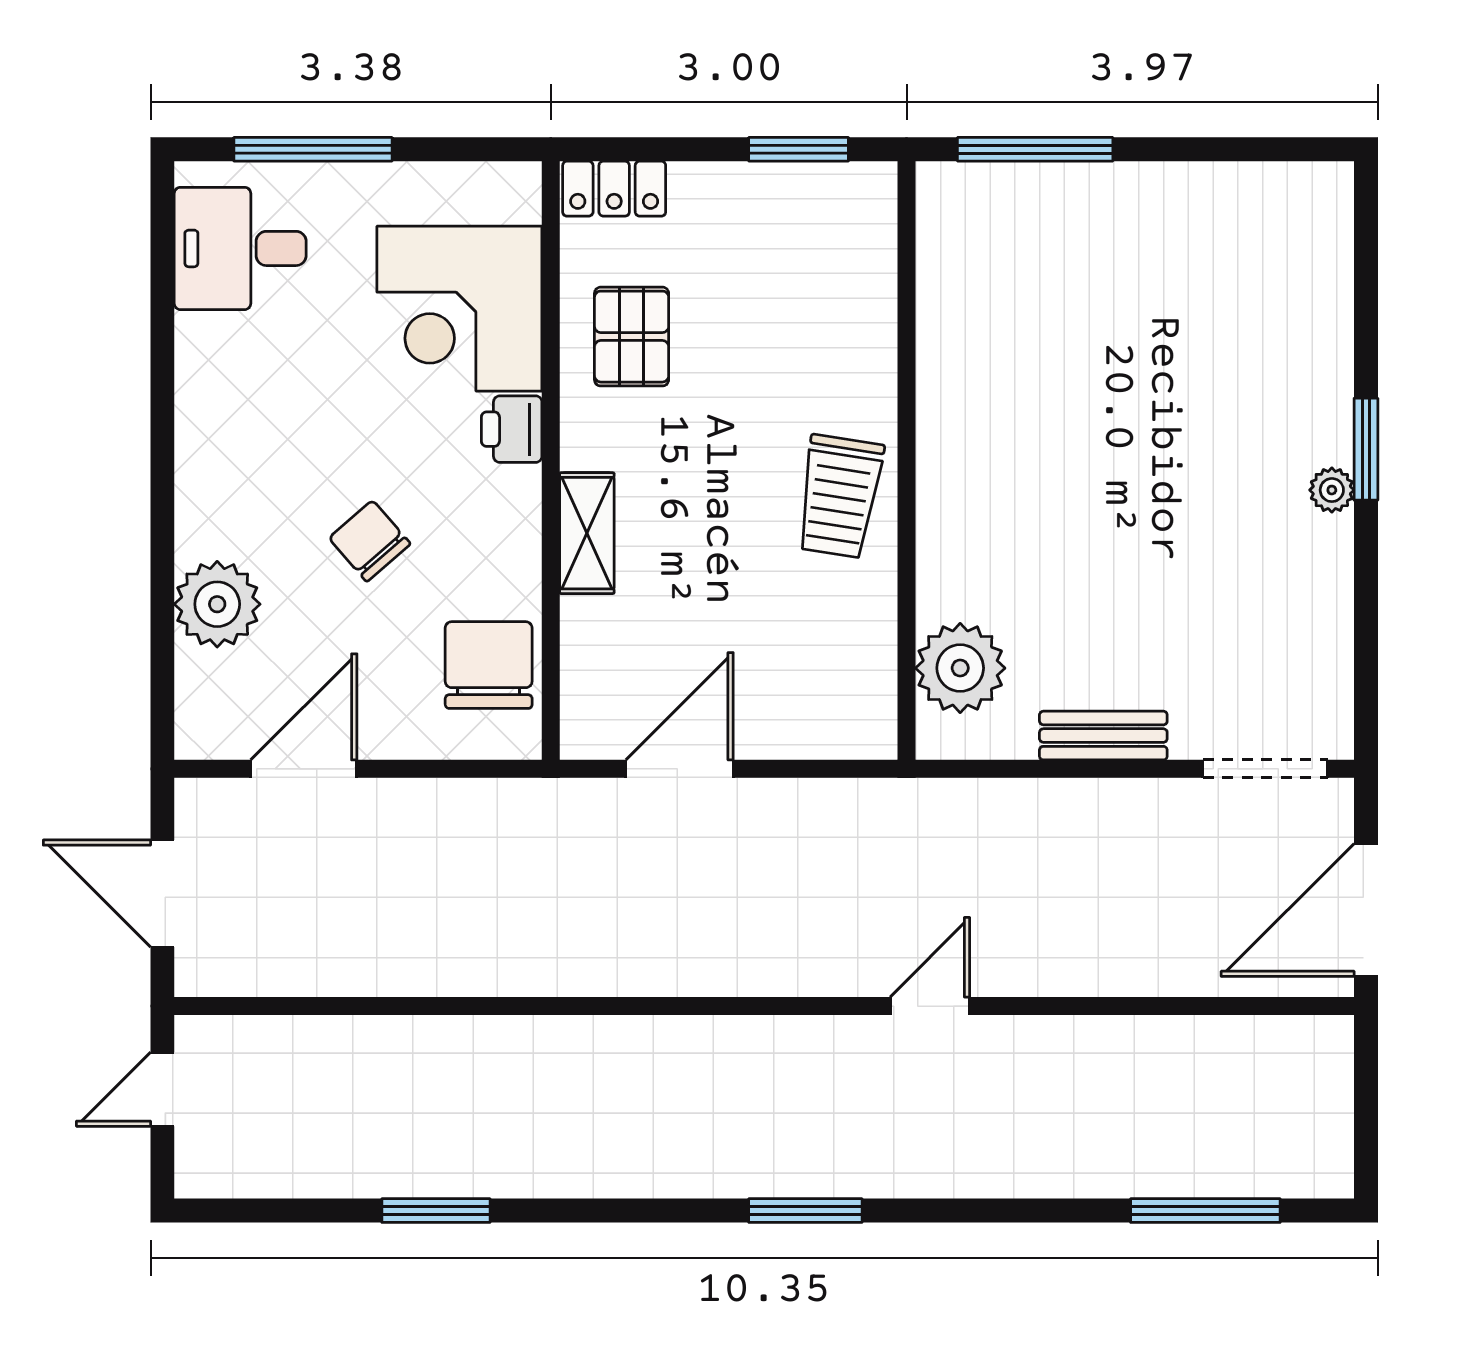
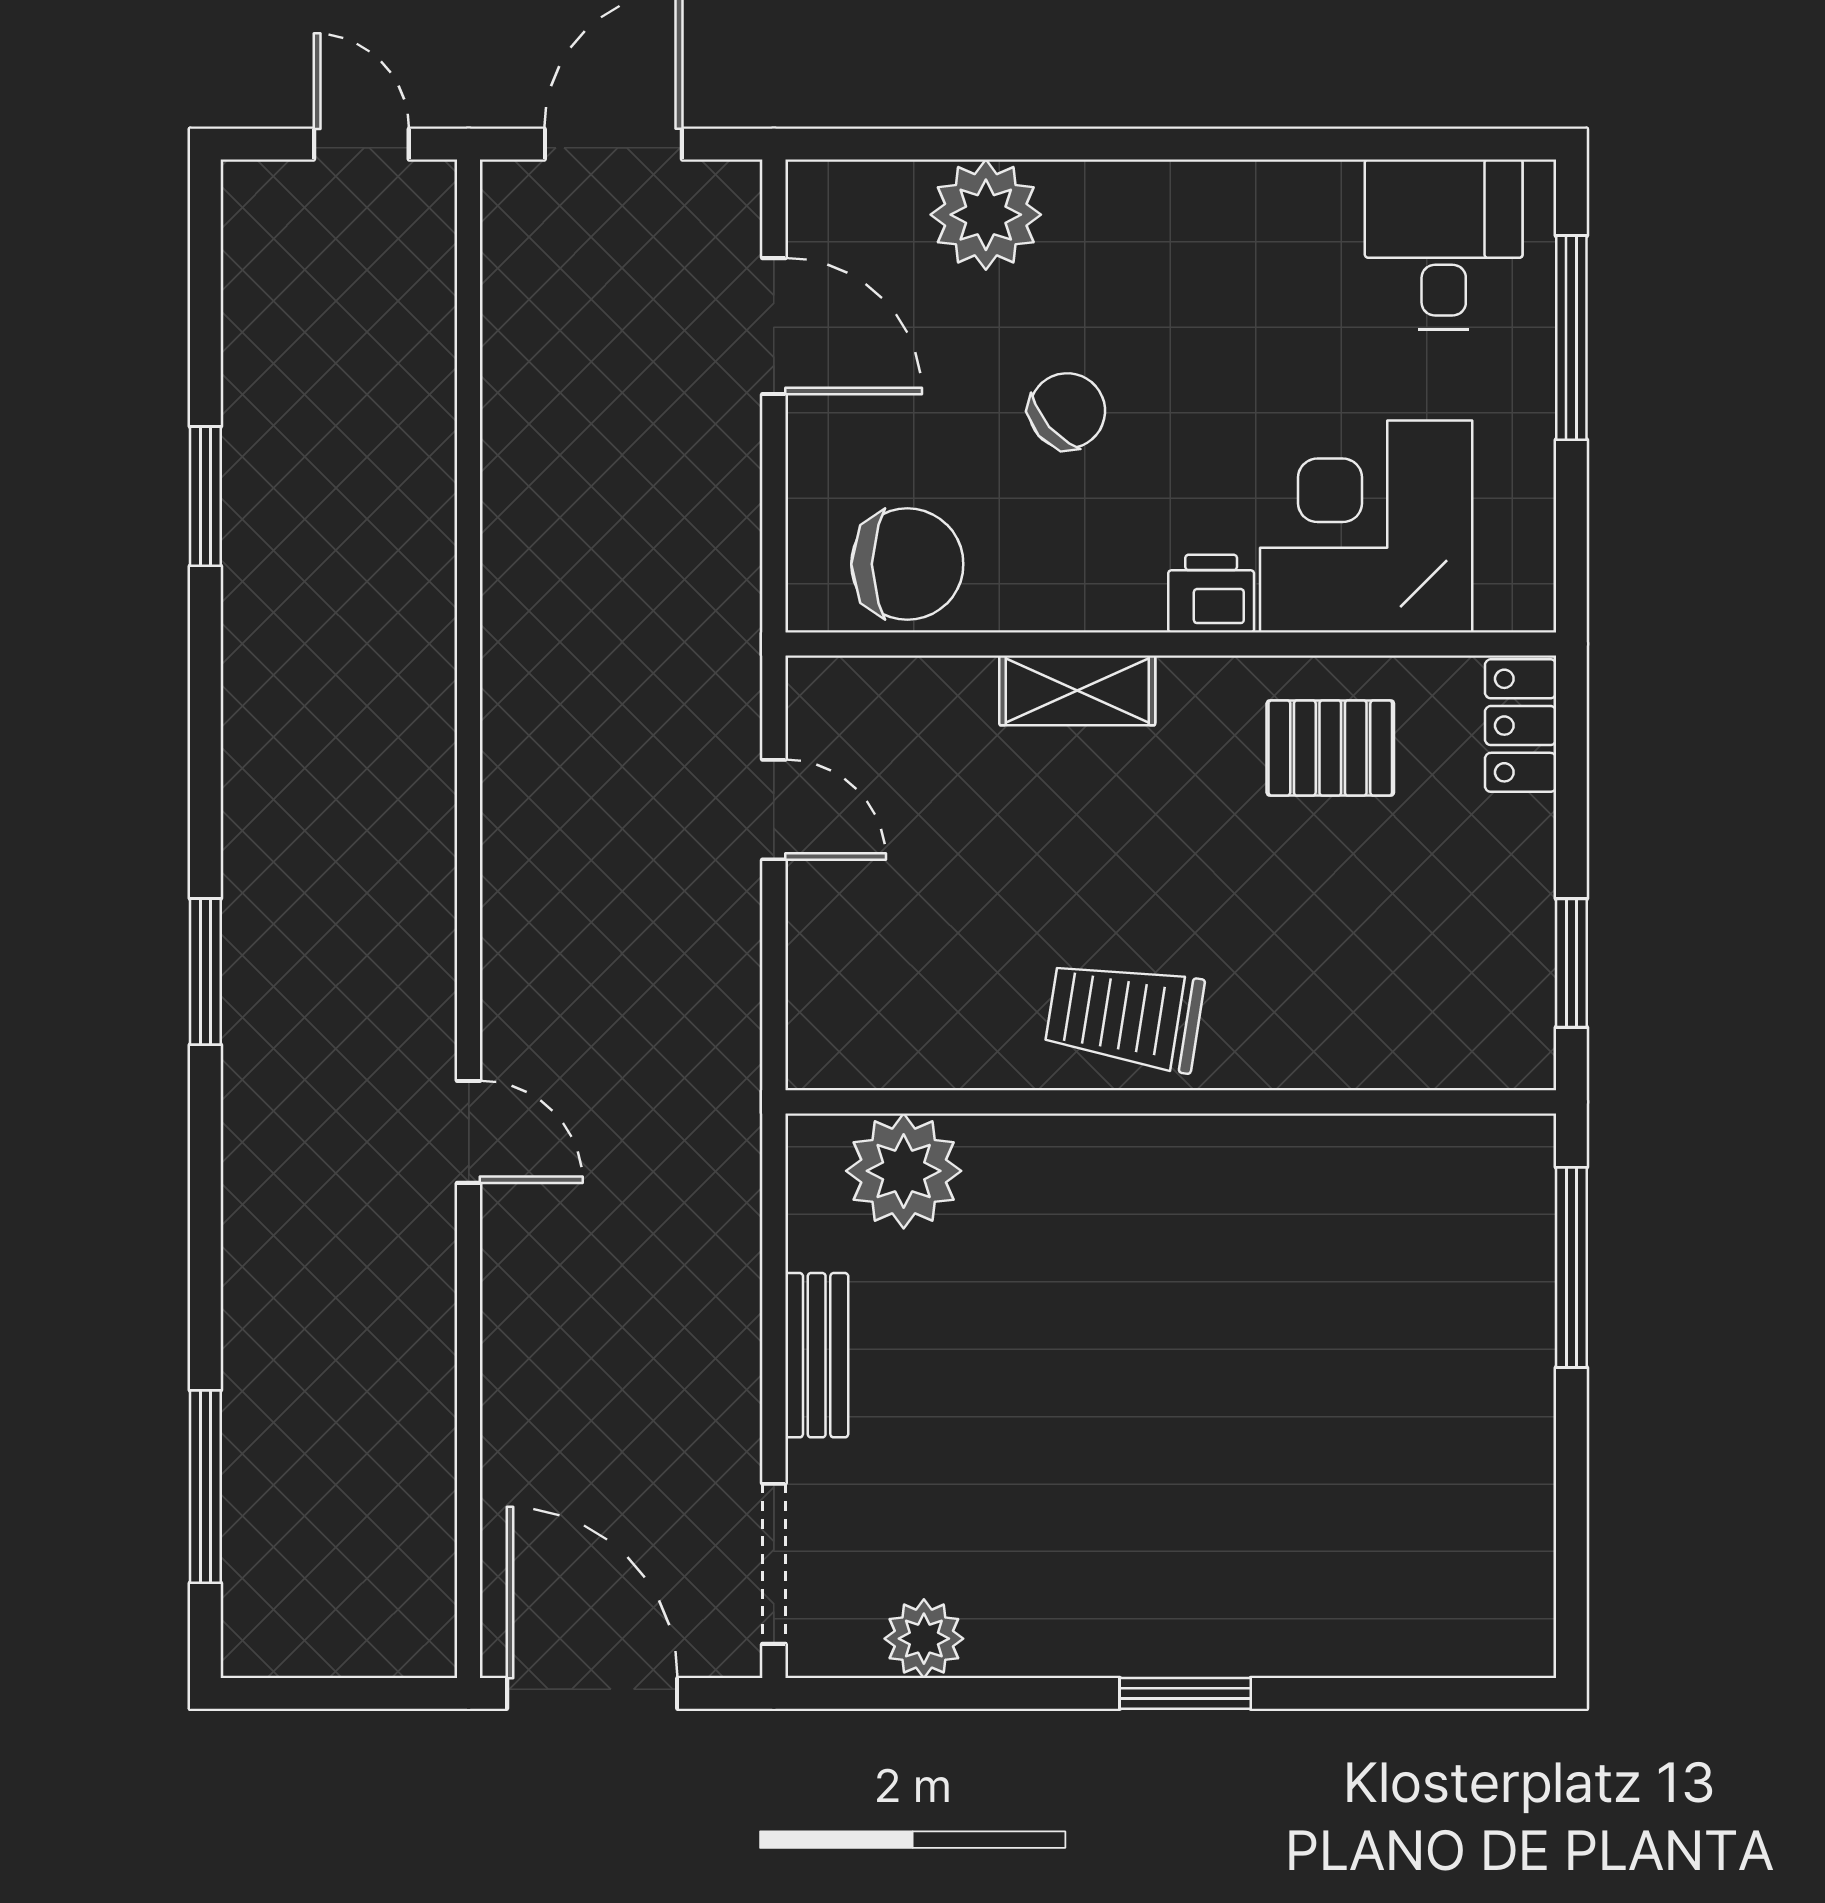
plant: (1332, 490) -> (924, 1639), moved, width x1.38, depth x1.38
door: (680, 769) -> (774, 810), width x0.73

